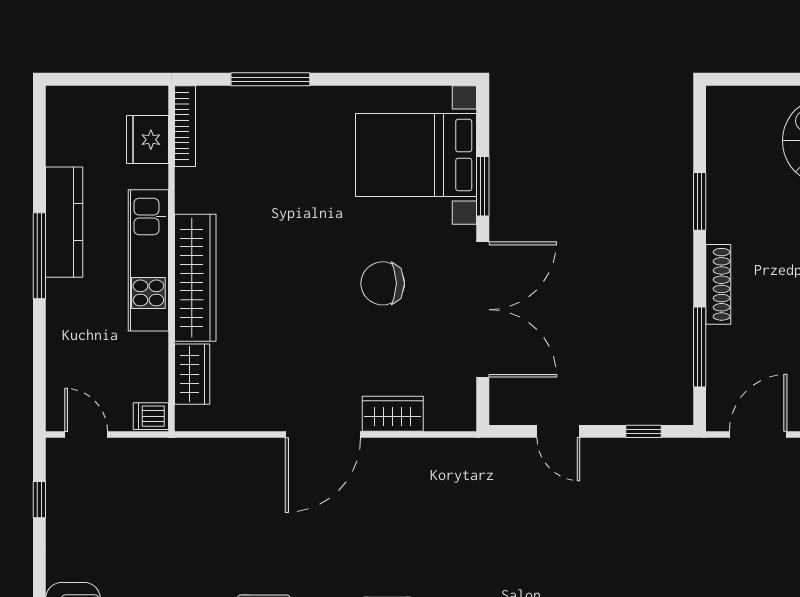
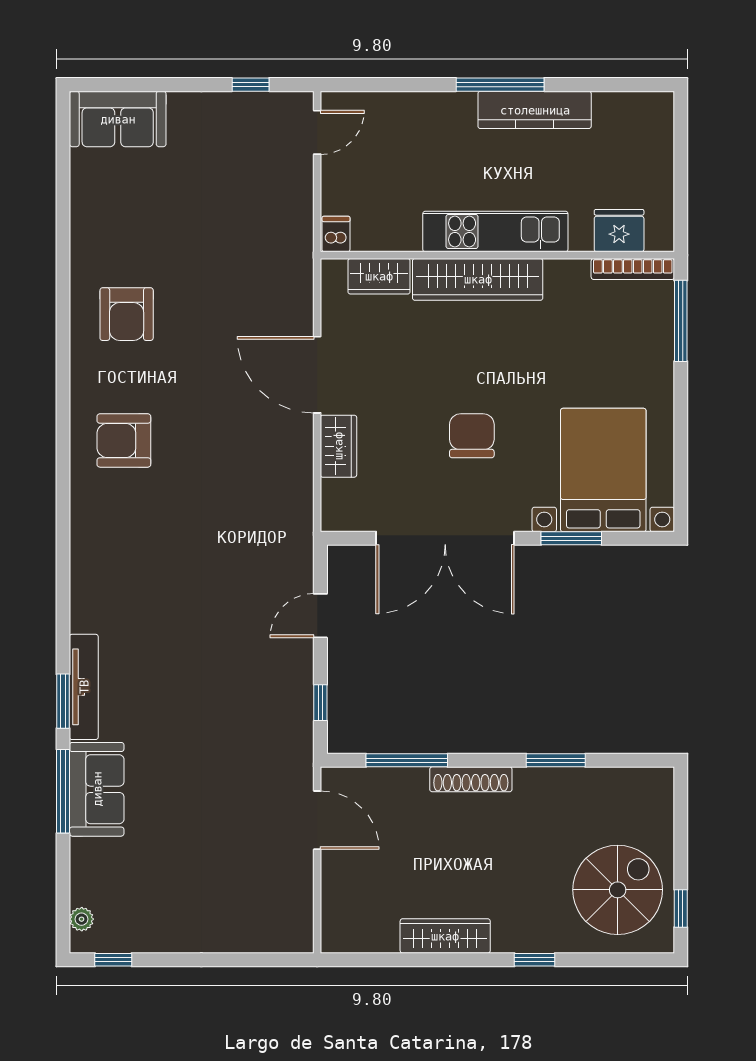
bookcase: (185, 126) -> (633, 269), moved
fridge: (148, 140) -> (619, 231), moved
wall: (171, 258) -> (497, 255), moved
kitchen unit: (148, 260) -> (495, 231), moved
wardrobe: (195, 278) -> (478, 279), moved
wardrobe: (192, 374) -> (379, 276), moved
dishwasher: (151, 416) -> (336, 234), moved

